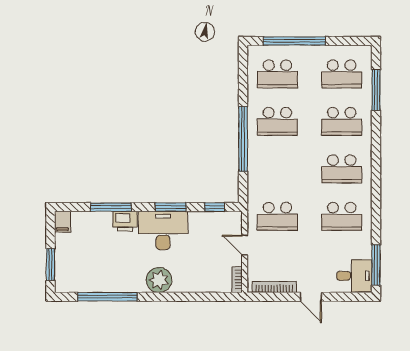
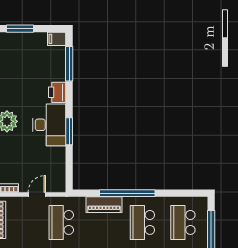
piano: (257, 166) -> (104, 205), added
window: (111, 207) -> (69, 64), moved
window: (215, 207) -> (69, 169), removed

